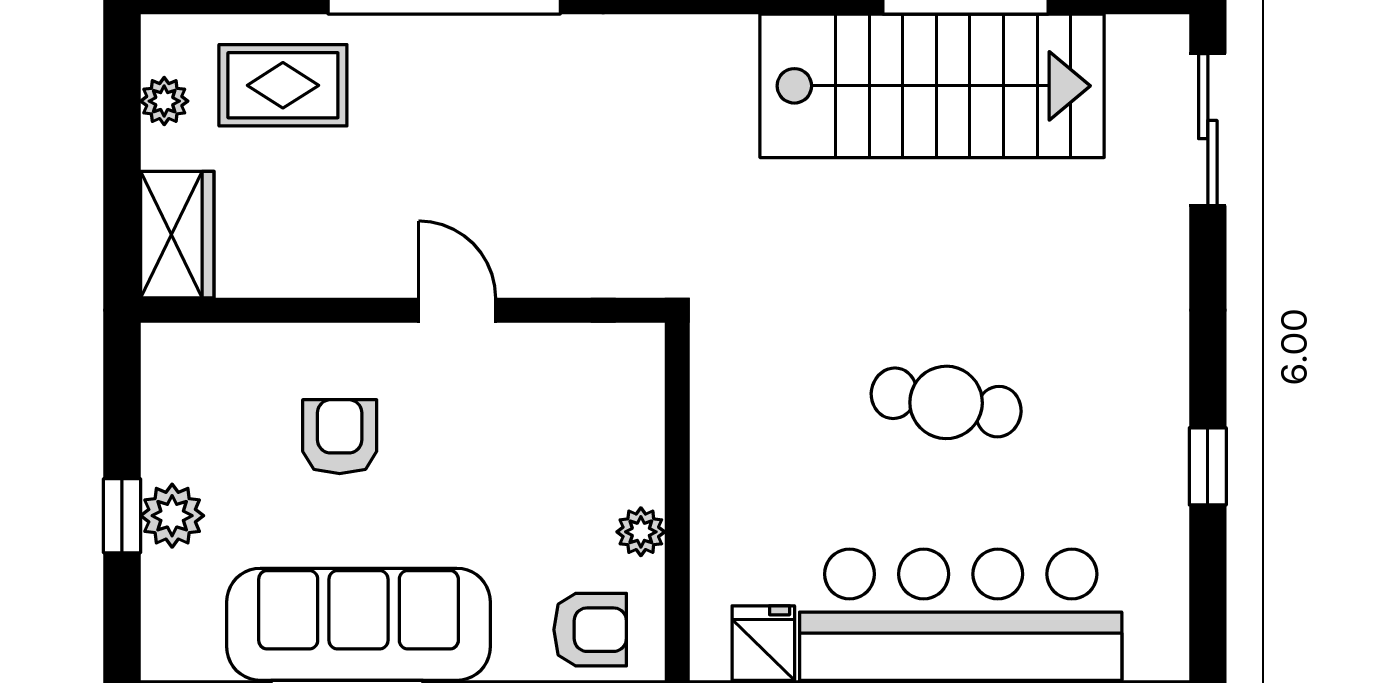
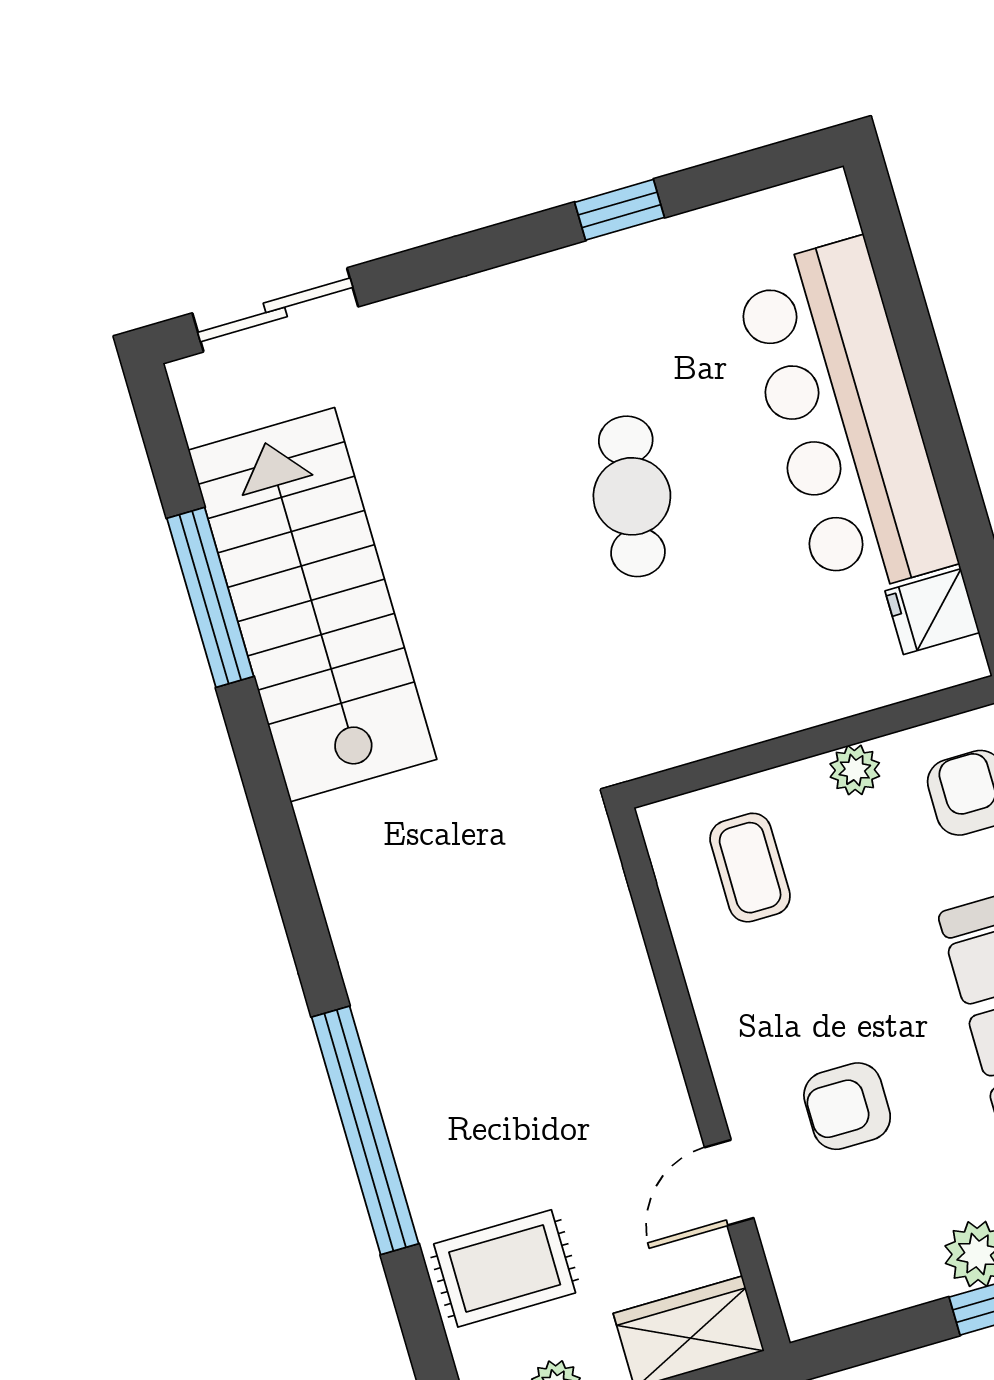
rug: (283, 85) -> (505, 1268), turned 90
door: (457, 310) -> (729, 1183), moved
coffee table: (580, 412) -> (750, 868), added

